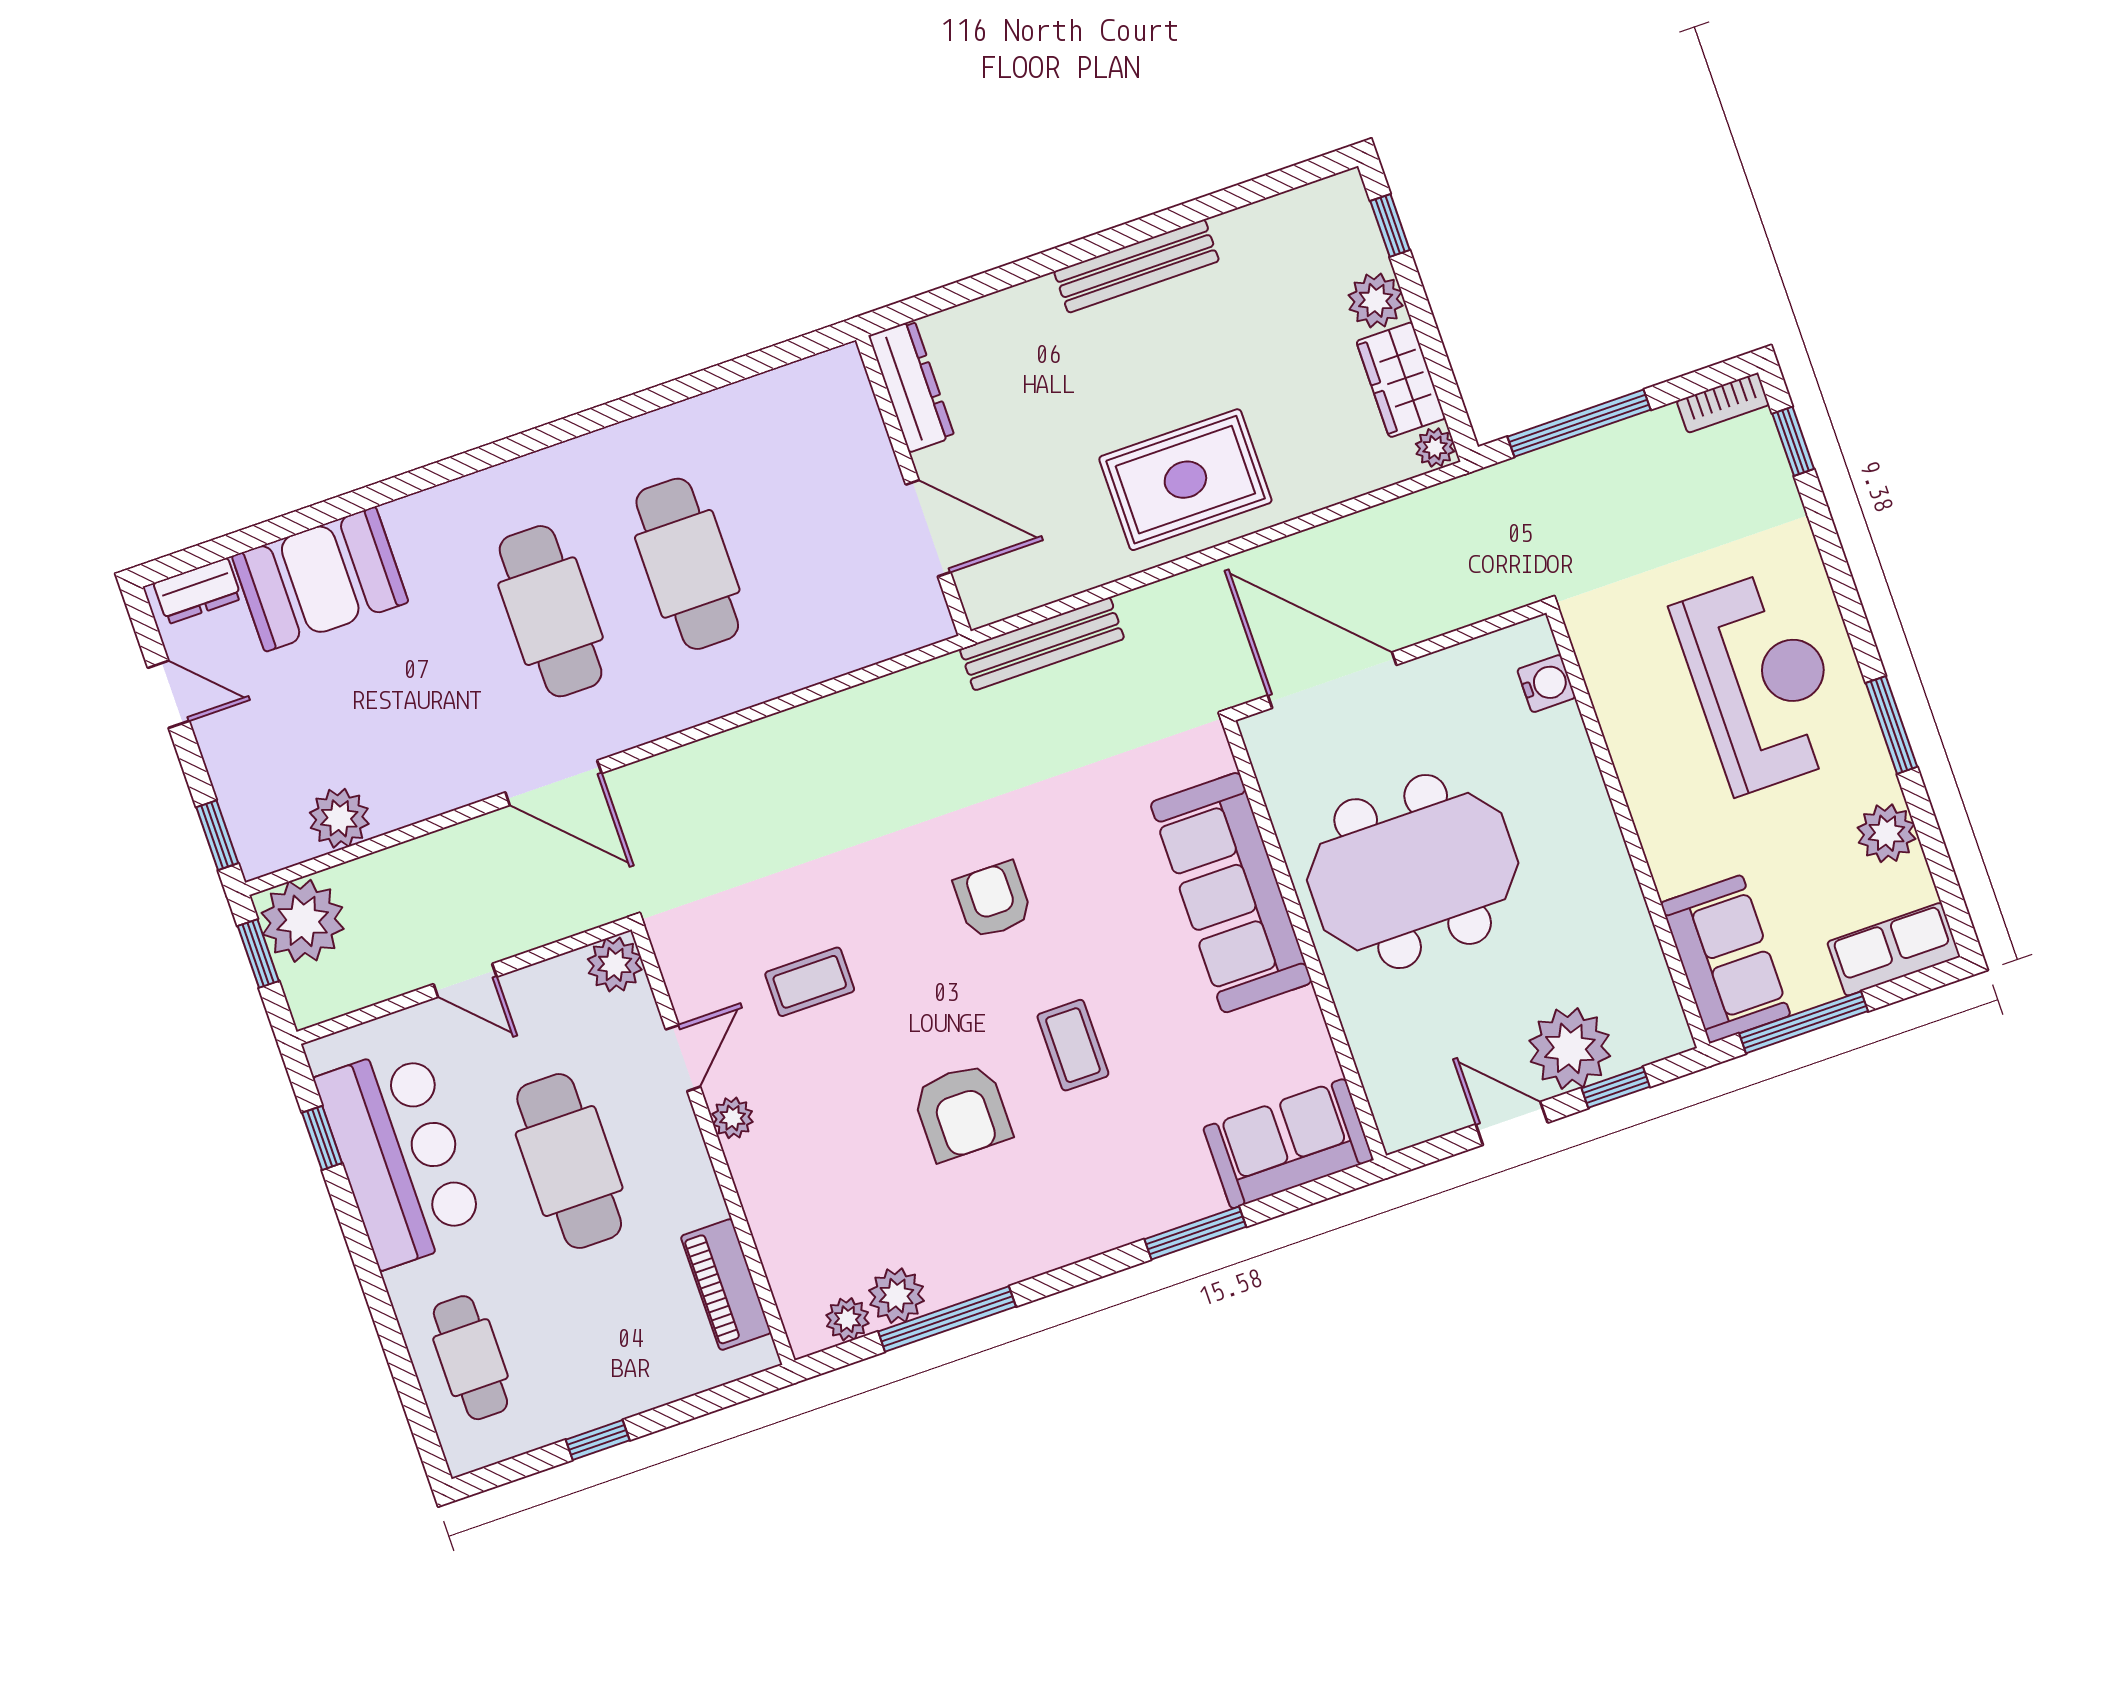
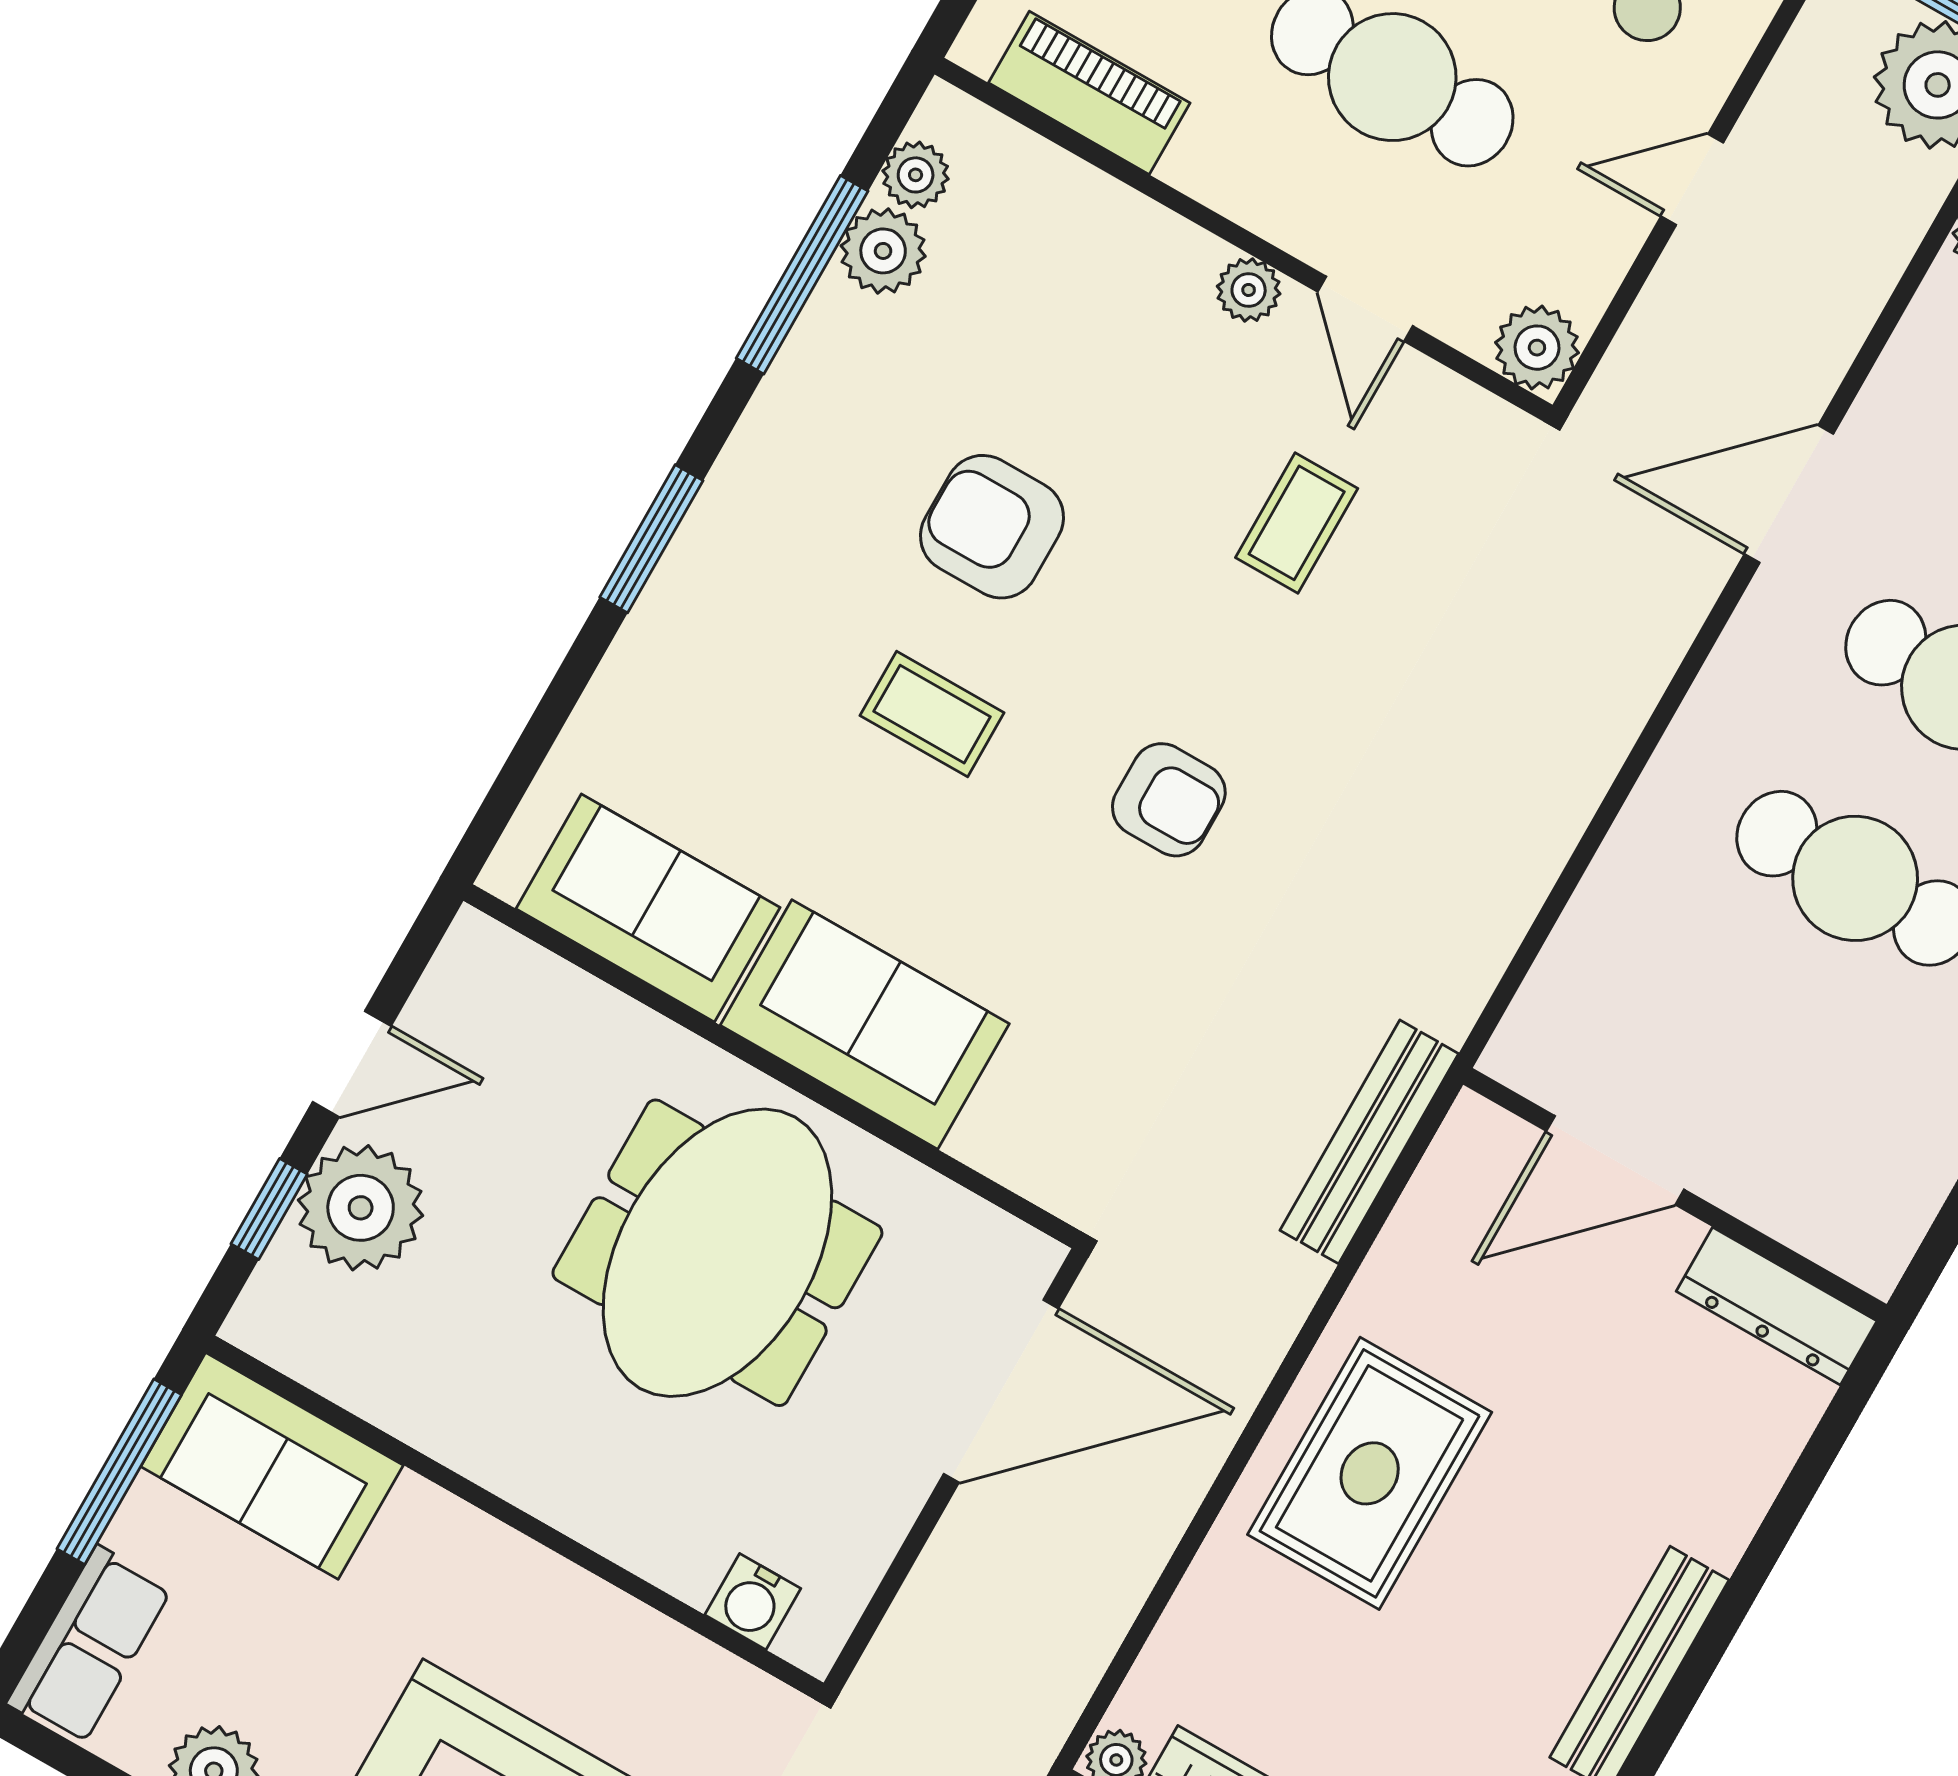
sofa: (1231, 893) -> (865, 1024), width x0.73
sofa: (1288, 1144) -> (648, 908), moved, turned -90
window: (1195, 1233) -> (651, 539), moved

